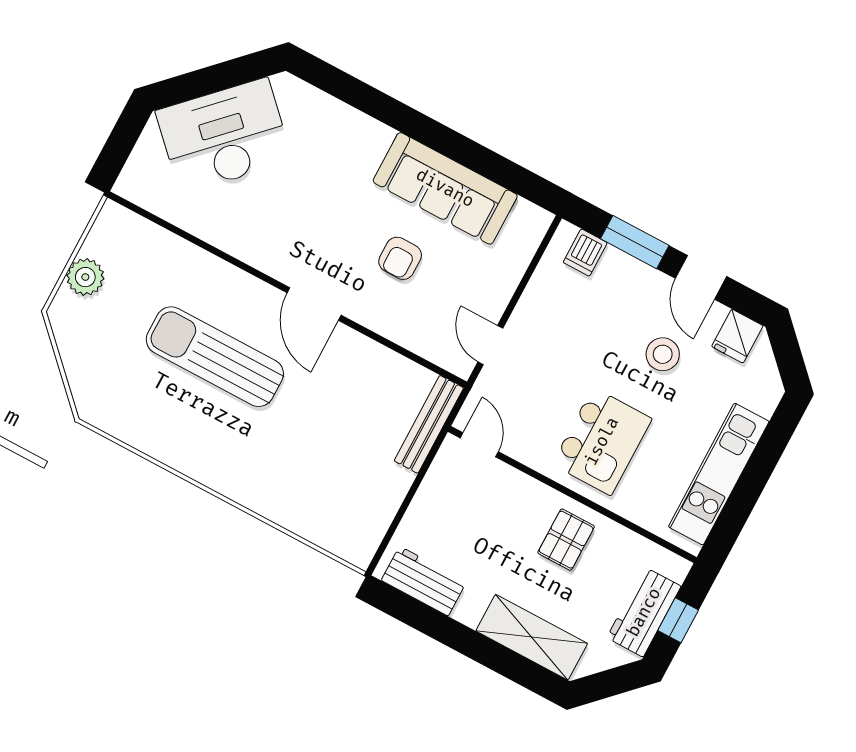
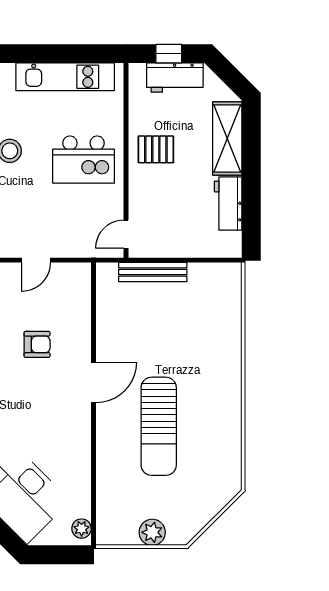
plant: (138, 190) -> (82, 529), added
door: (490, 345) -> (36, 260), moved
bench: (429, 424) -> (153, 272), moved
kitchen island: (602, 441) -> (84, 160), turned 180
workbench: (424, 581) -> (228, 204), moved

